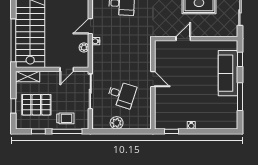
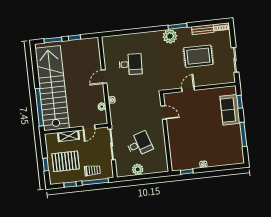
door: (90, 26) -> (104, 77), moved
sofa: (228, 73) -> (230, 110), width x0.73
shelving: (28, 76) -> (68, 136), moved
door: (153, 79) -> (164, 113), moved
desk: (122, 94) -> (139, 144), turned -36

